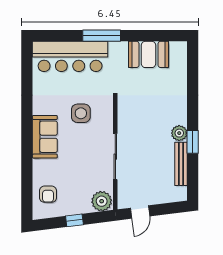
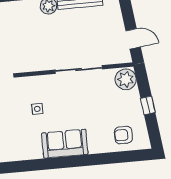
side table: (81, 113) -> (37, 109), width x0.54, depth x0.54
armchair: (48, 194) -> (123, 135), turned 180

